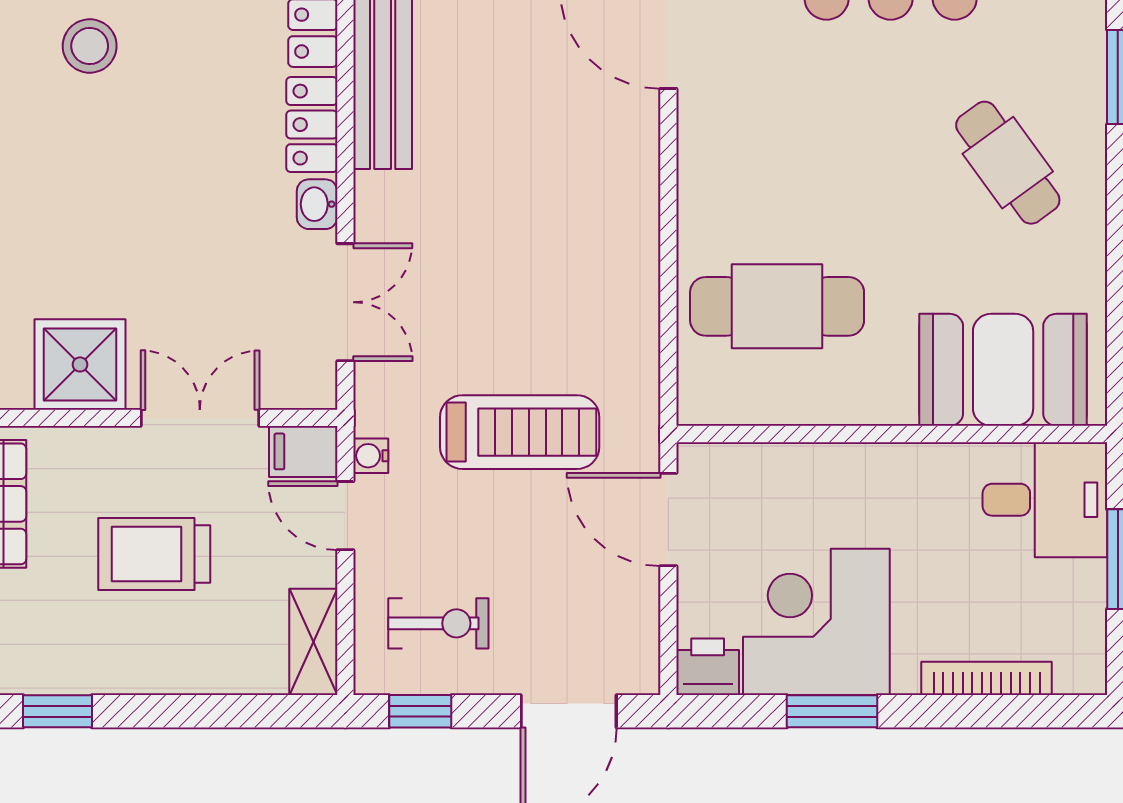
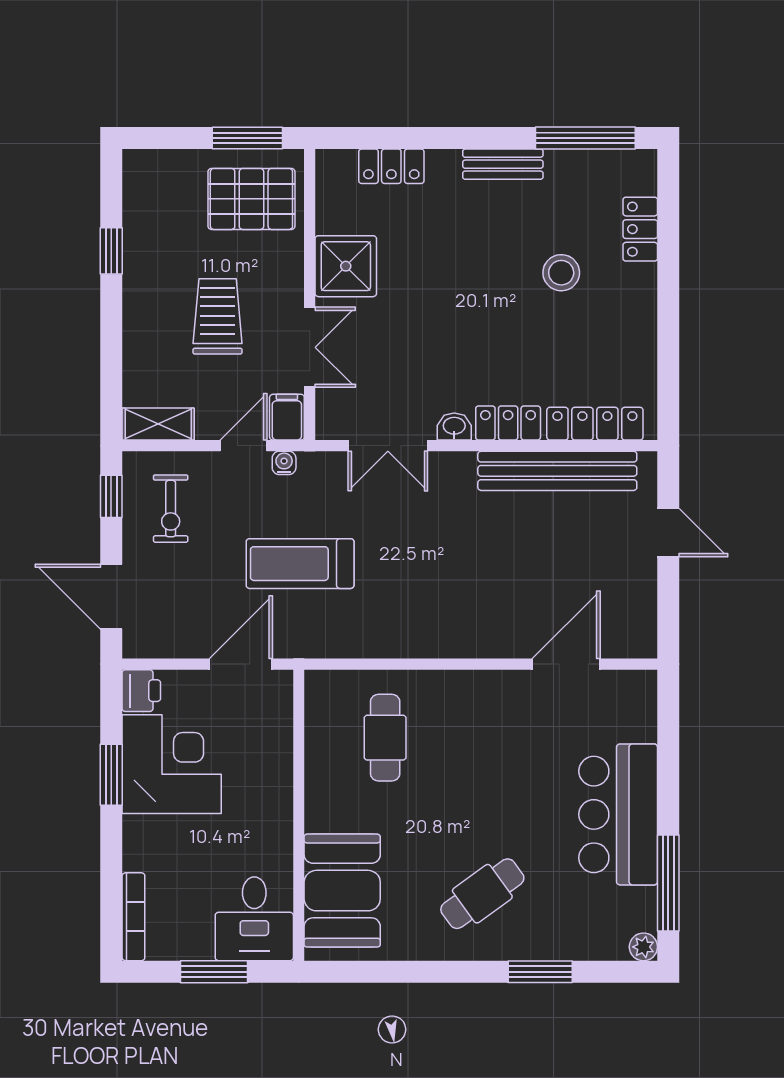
cafe table: (777, 306) -> (385, 738), width x0.73, depth x0.74
treadmill: (520, 432) -> (300, 564), turned 90
bookcase: (987, 678) -> (133, 917), moved

